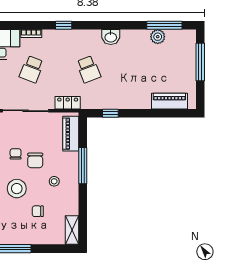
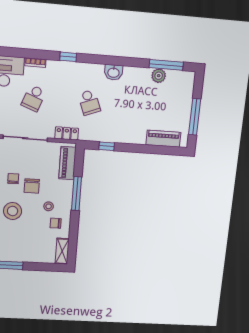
window: (200, 62) -> (195, 117), moved
chair: (38, 211) -> (56, 223), moved

